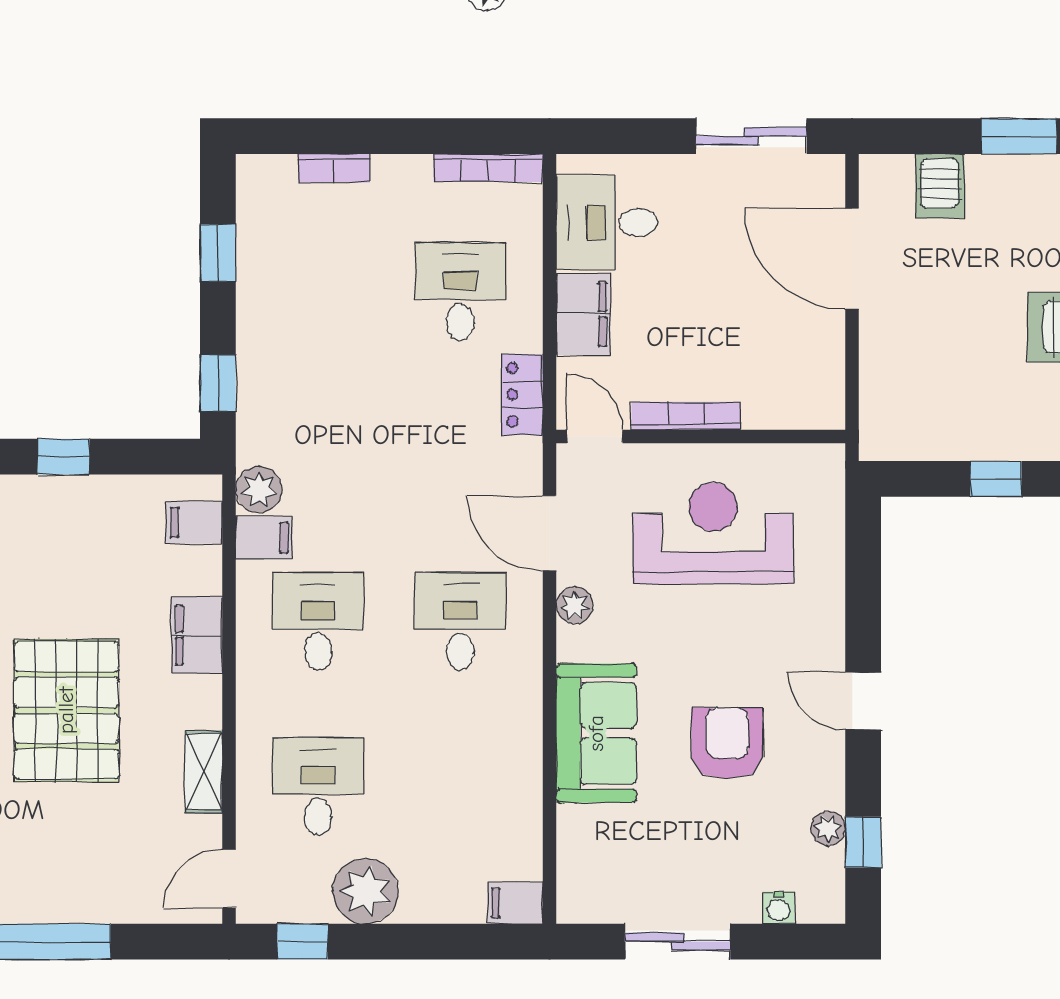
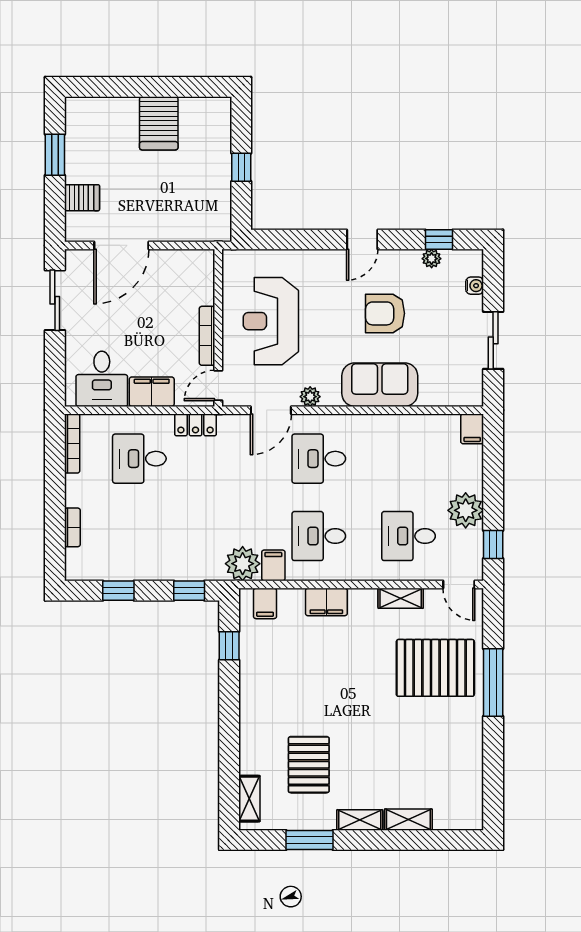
window: (63, 457) -> (229, 646), moved
plant: (259, 490) -> (243, 564), width x1.36, depth x1.36
pallet: (66, 710) -> (435, 668), moved

